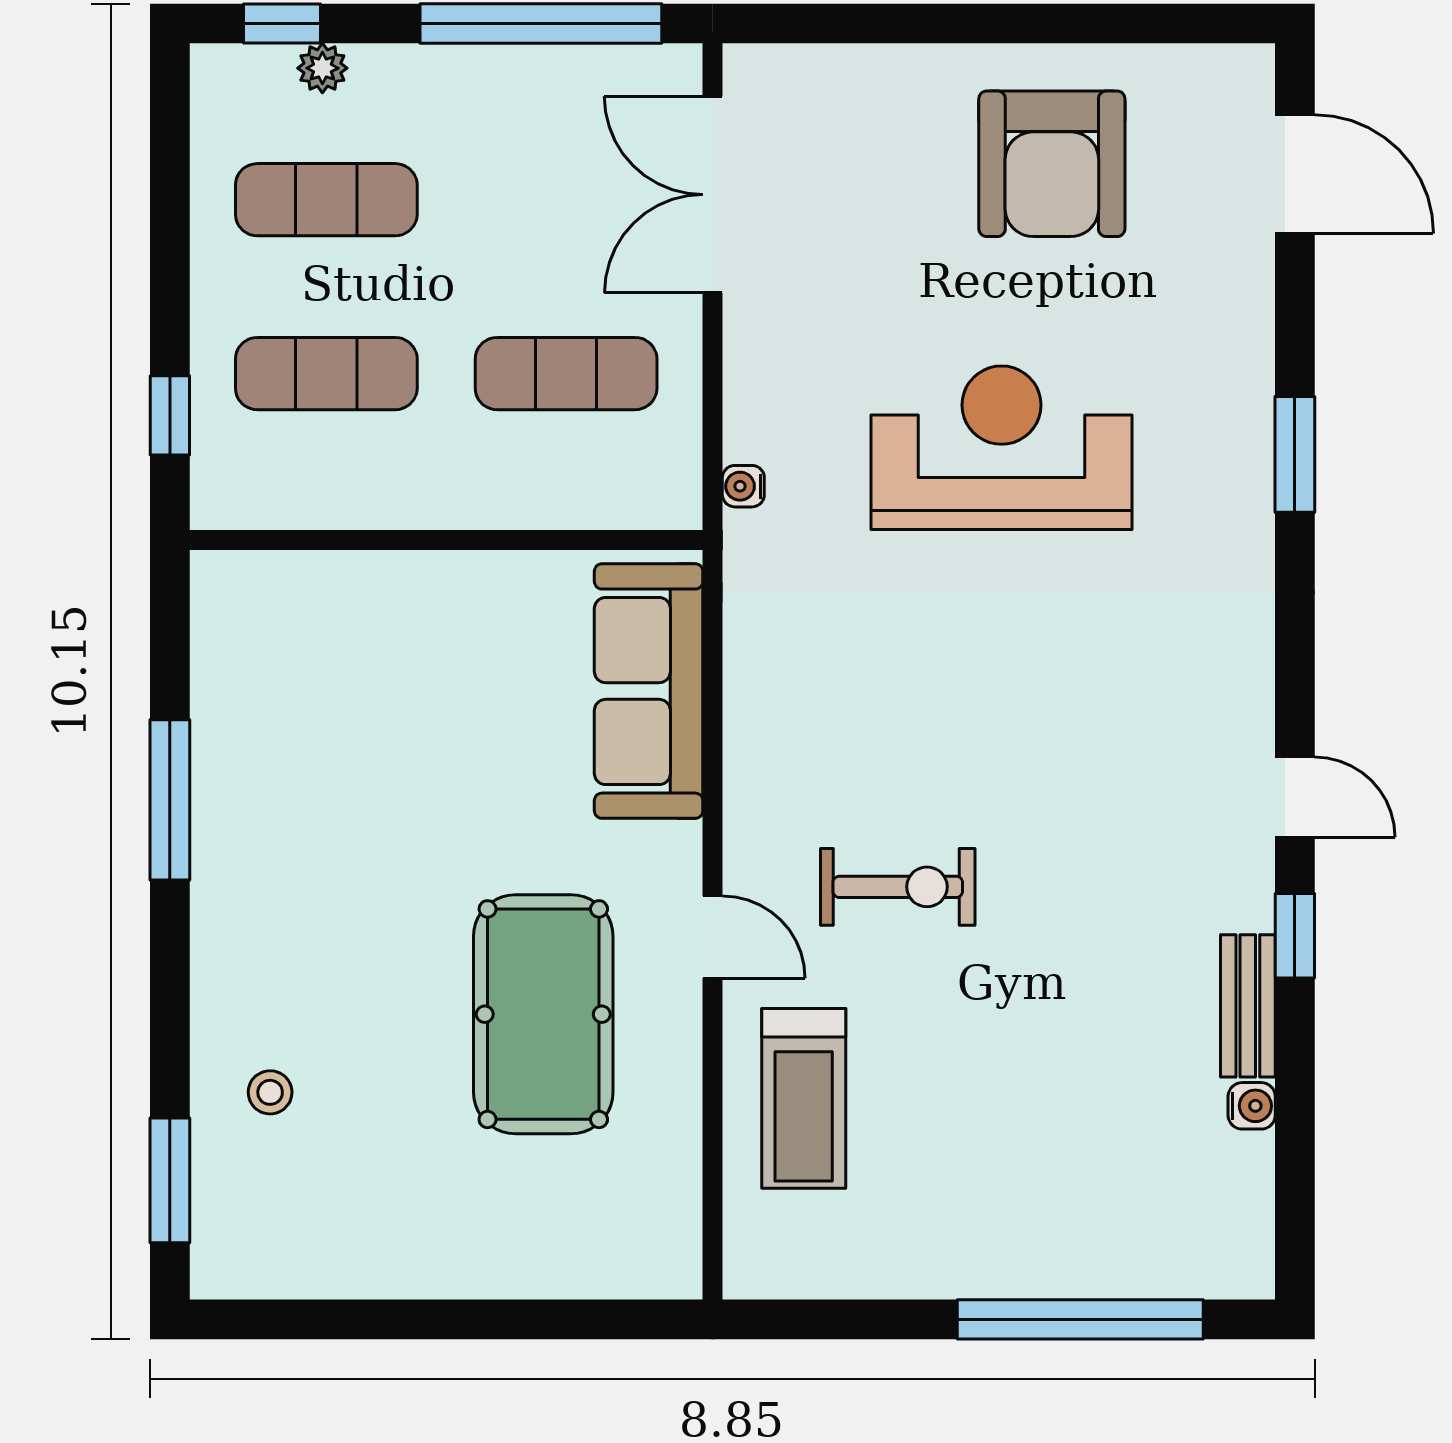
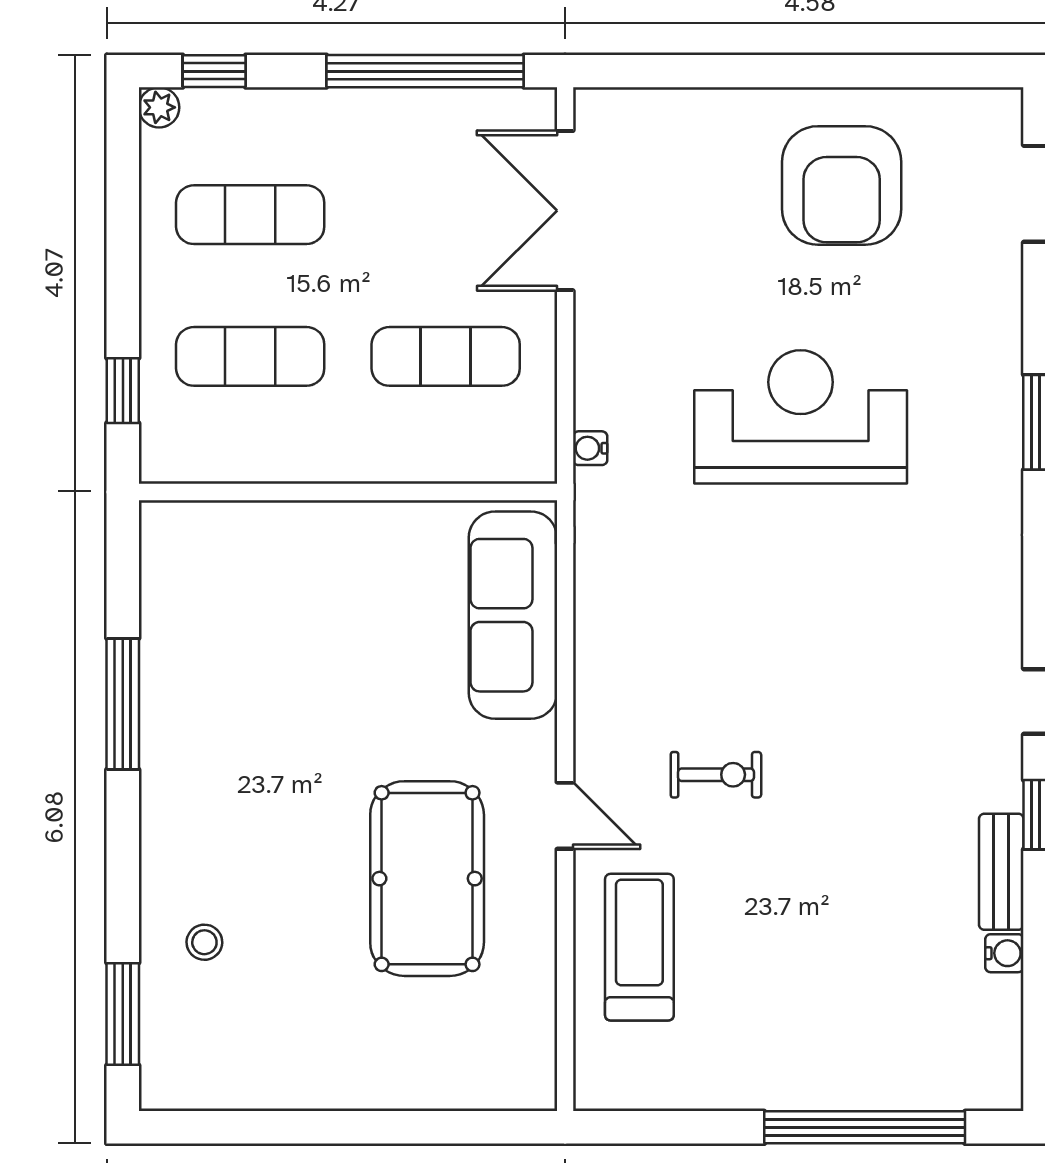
plant: (322, 68) -> (159, 107), moved
exercise bike: (898, 887) -> (716, 775), width x0.73, depth x0.72
treadmill: (804, 1098) -> (639, 947), turned 180

